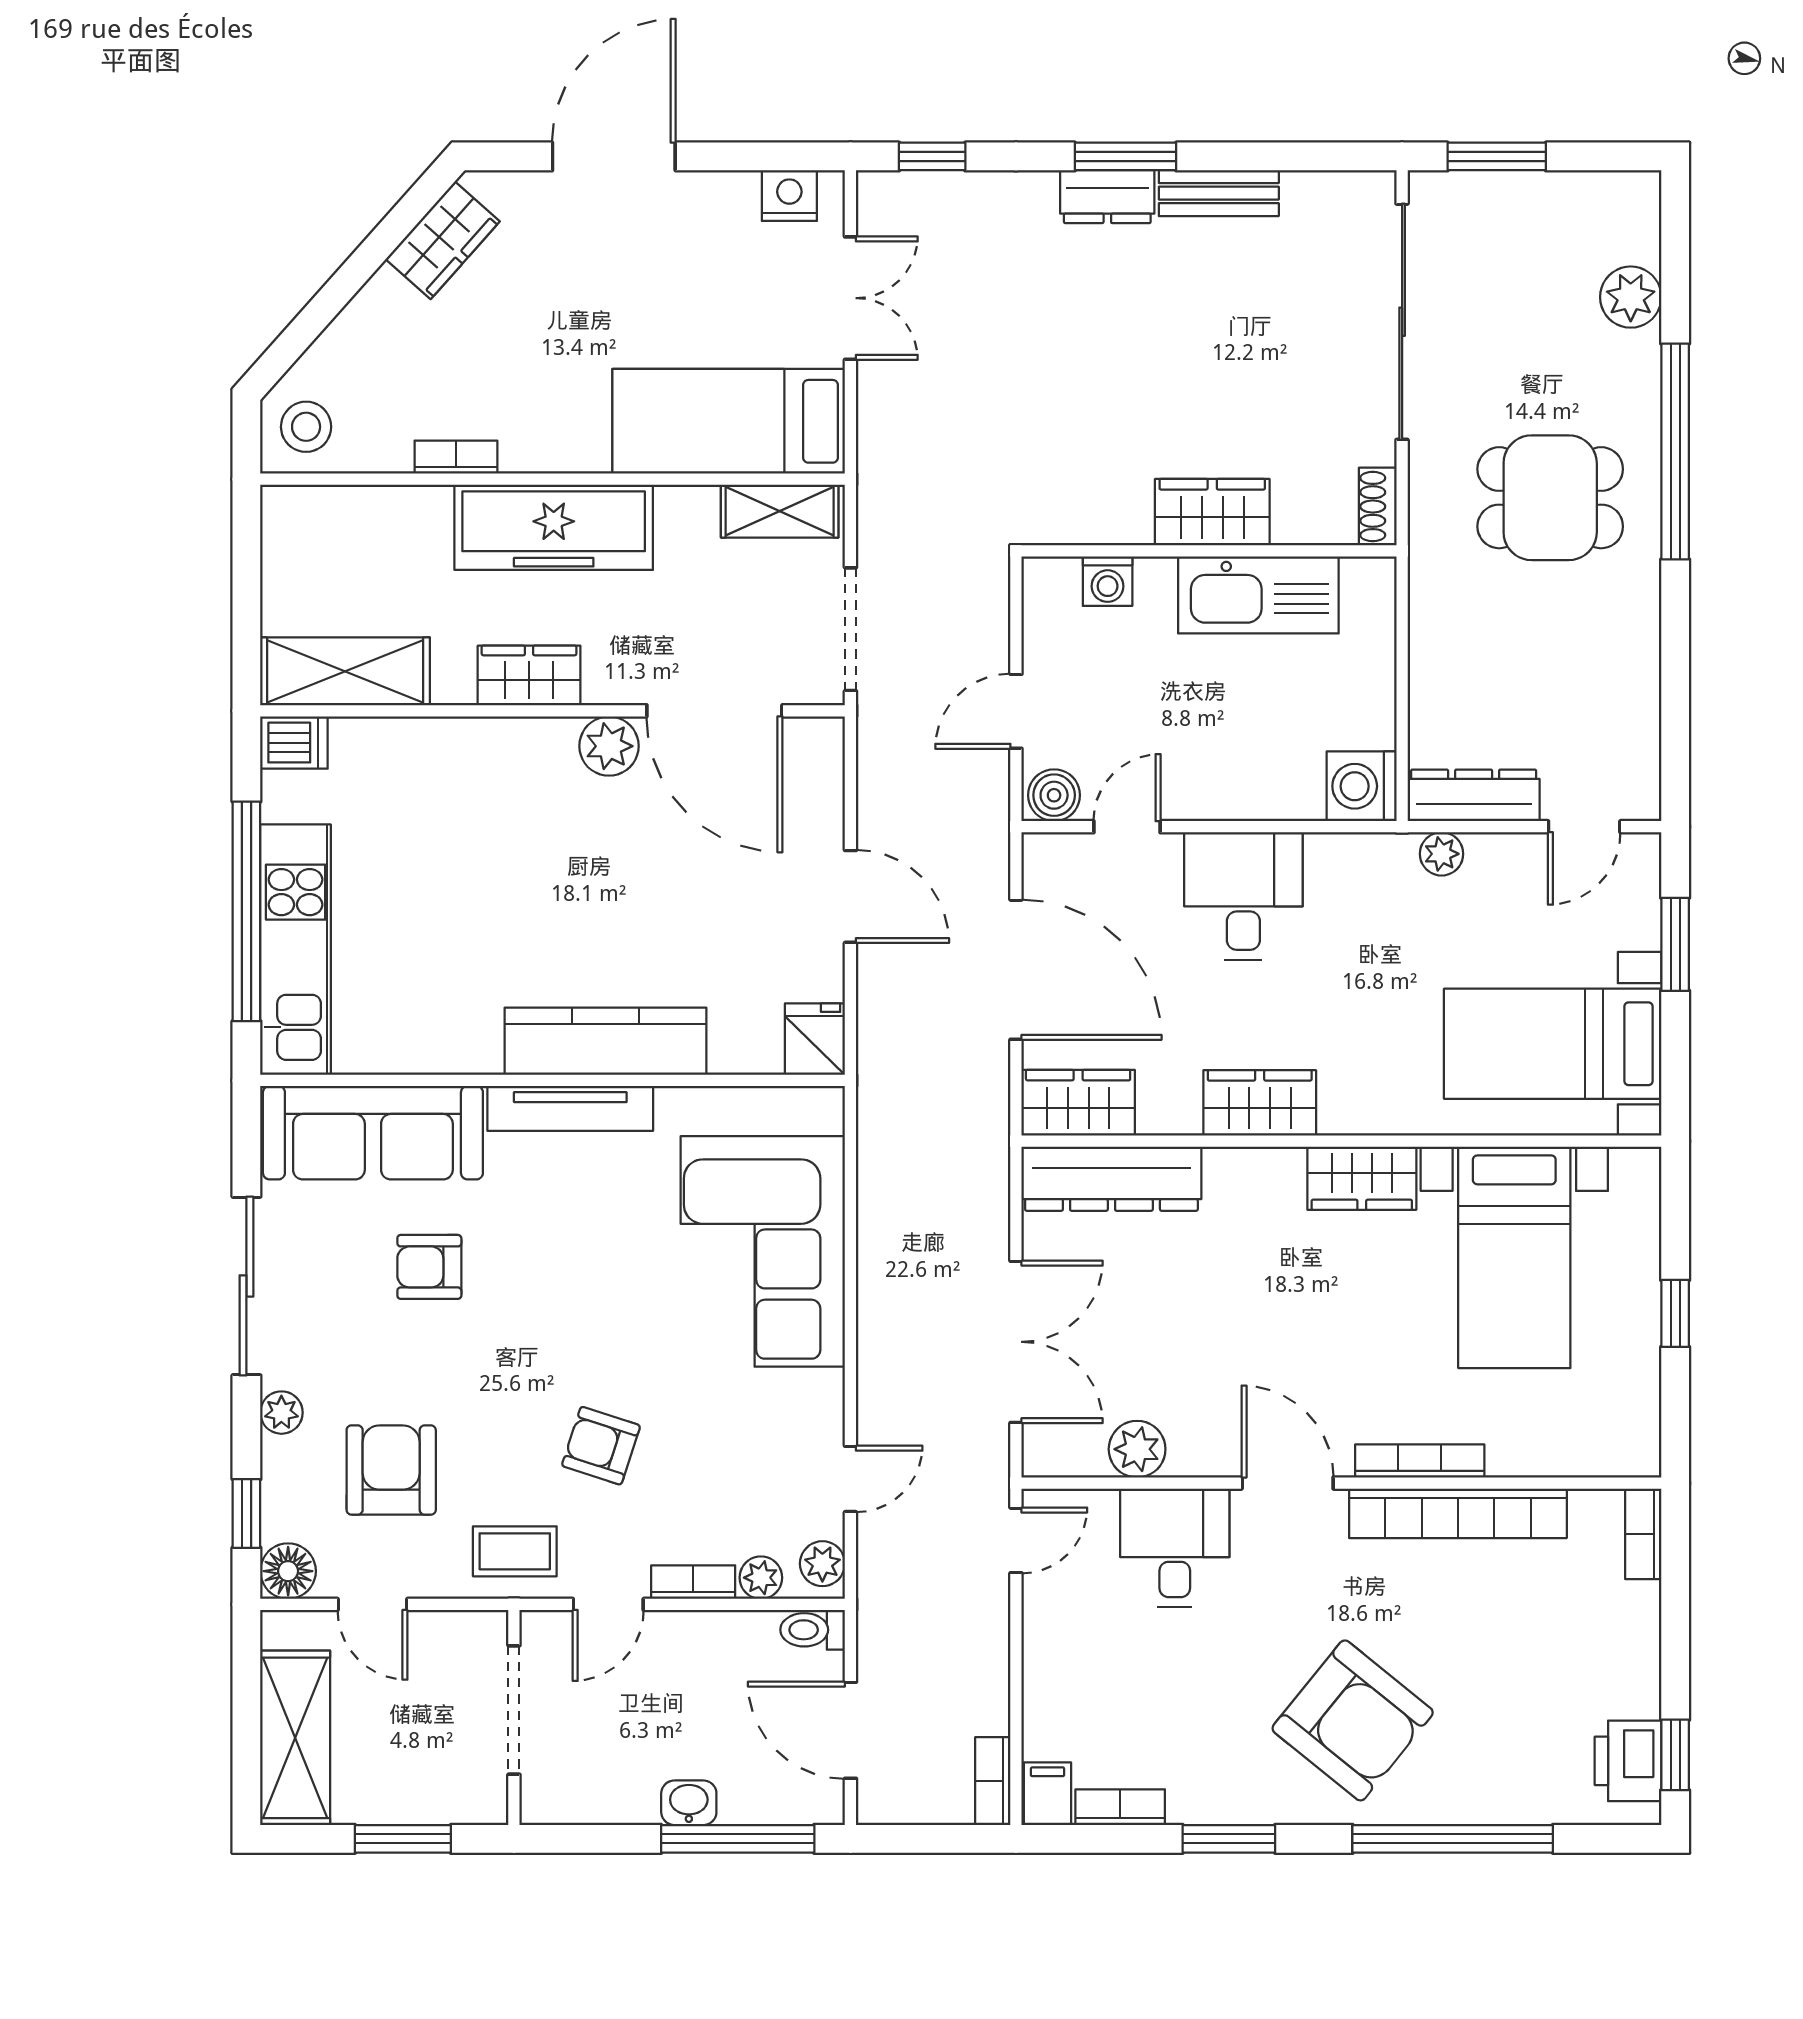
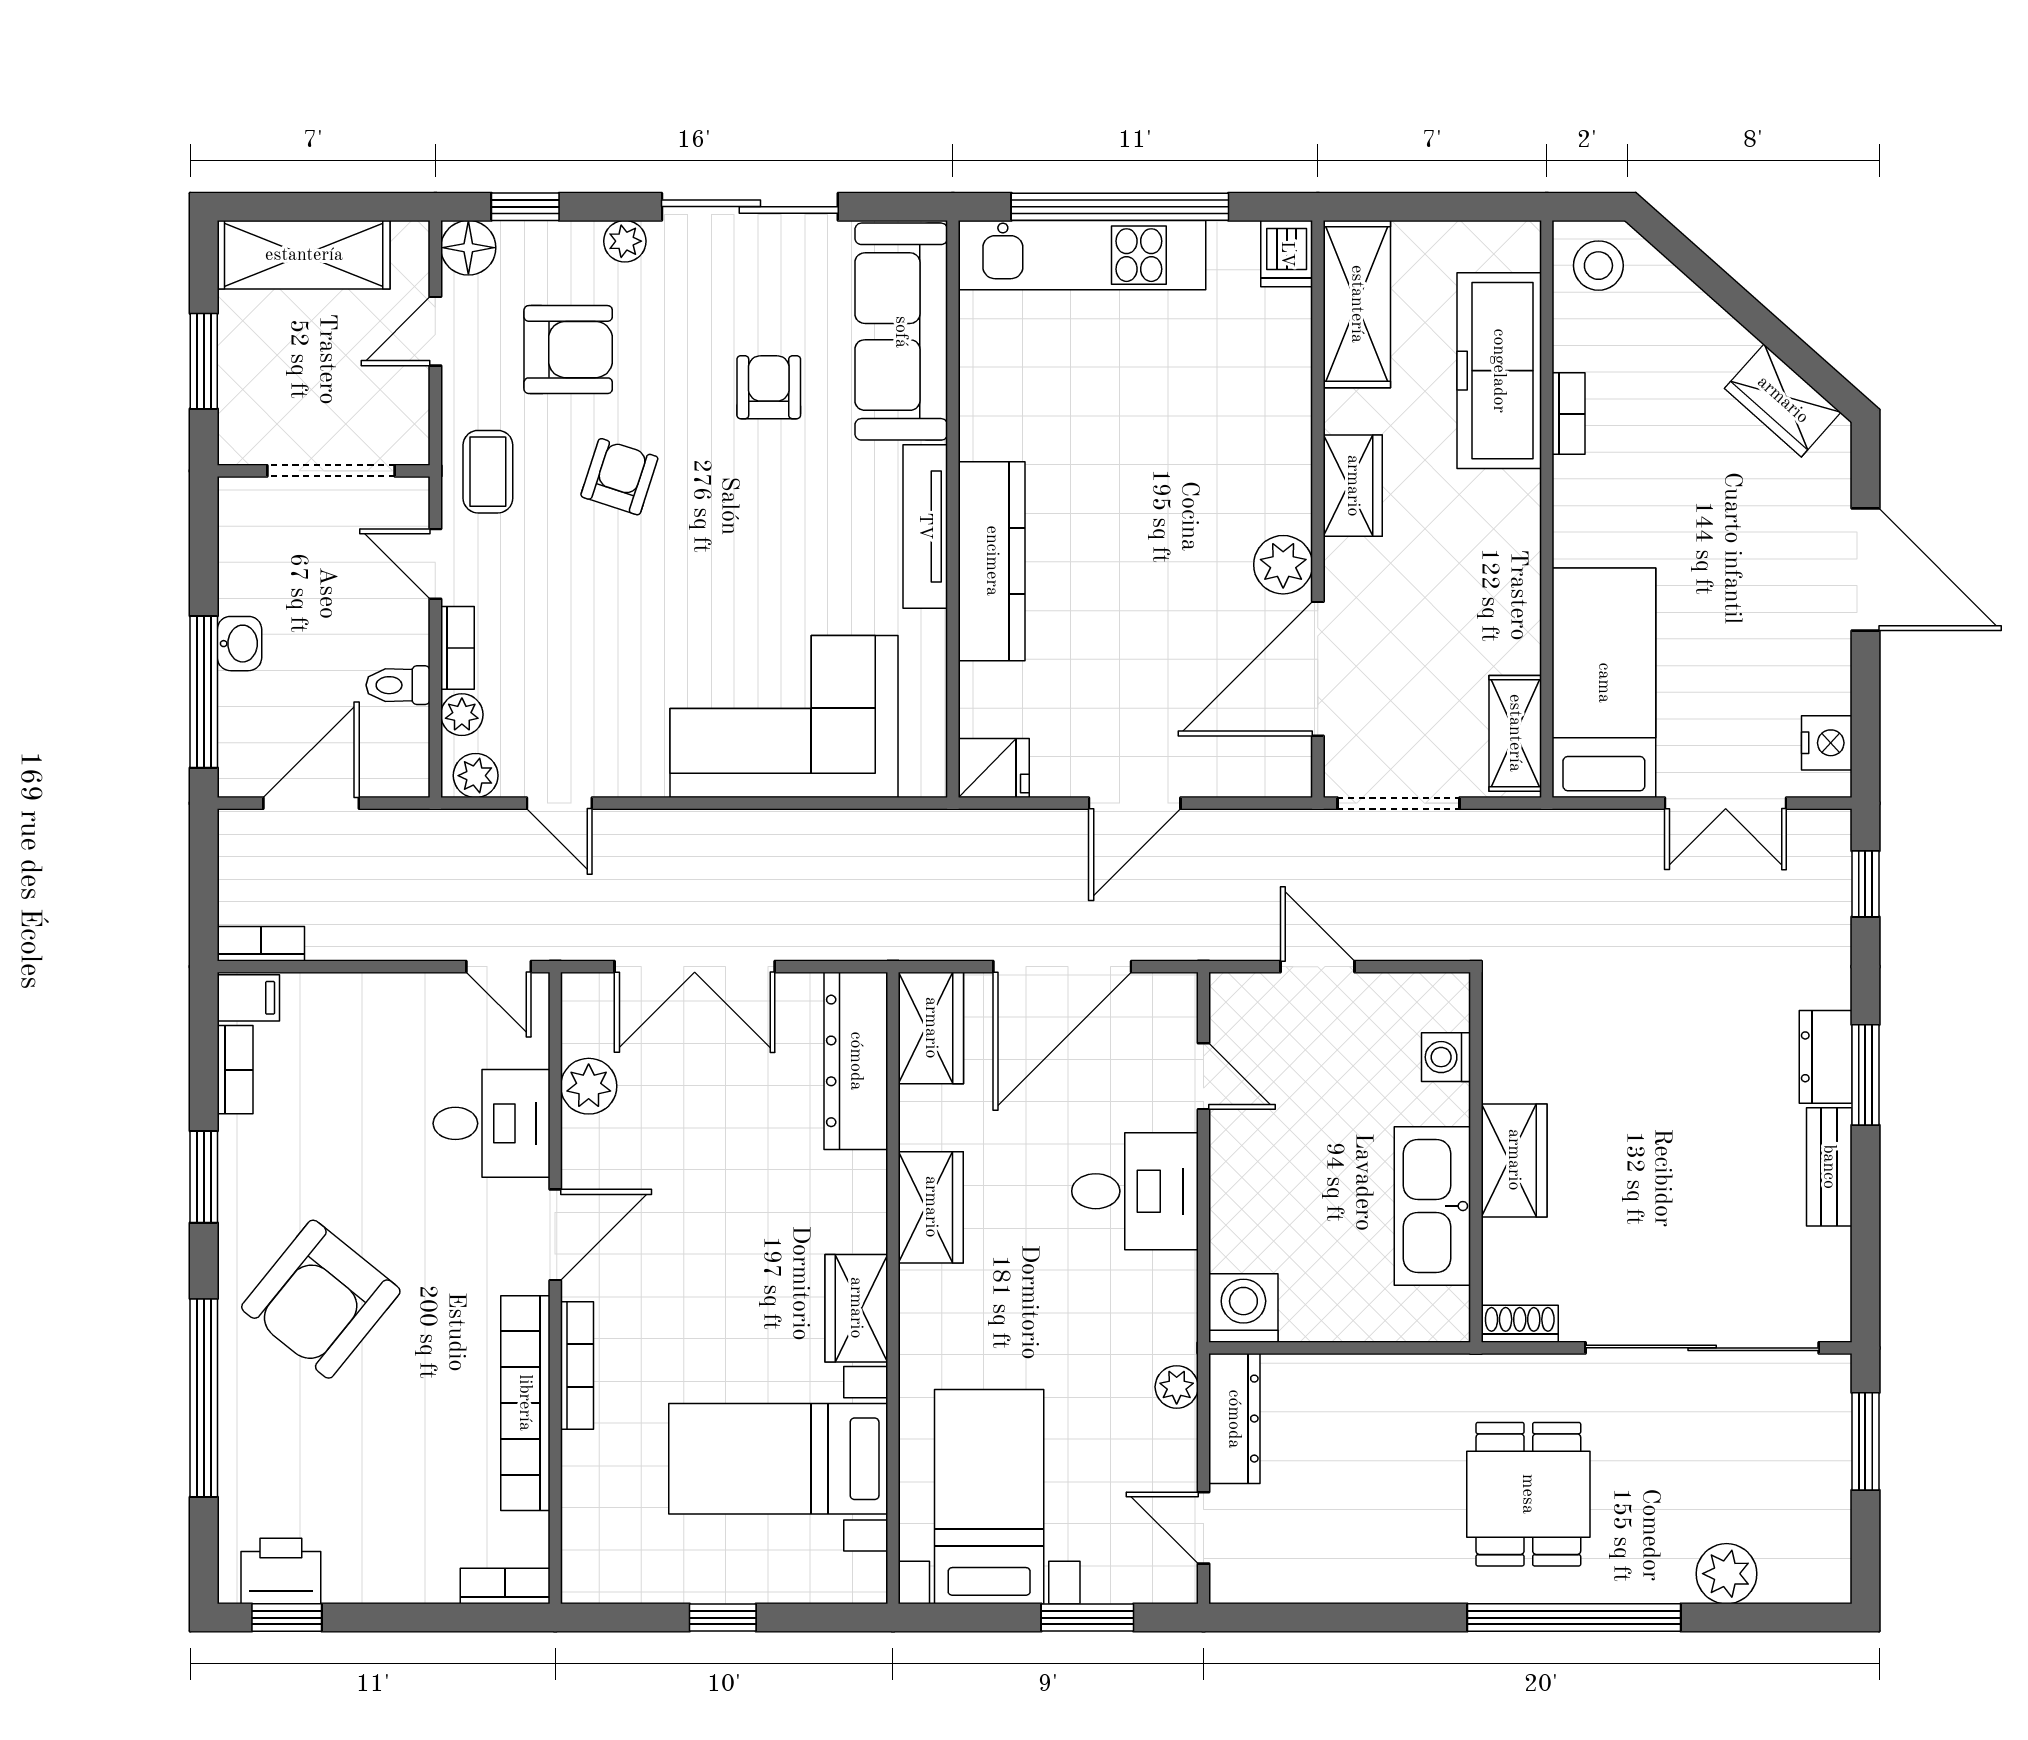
freezer: (554, 527) -> (1499, 371), moved
boiler: (1054, 795) -> (1235, 1004), removed
armchair: (601, 1446) -> (619, 477), moved
toilet: (813, 1630) -> (398, 685), moved, turned -90

